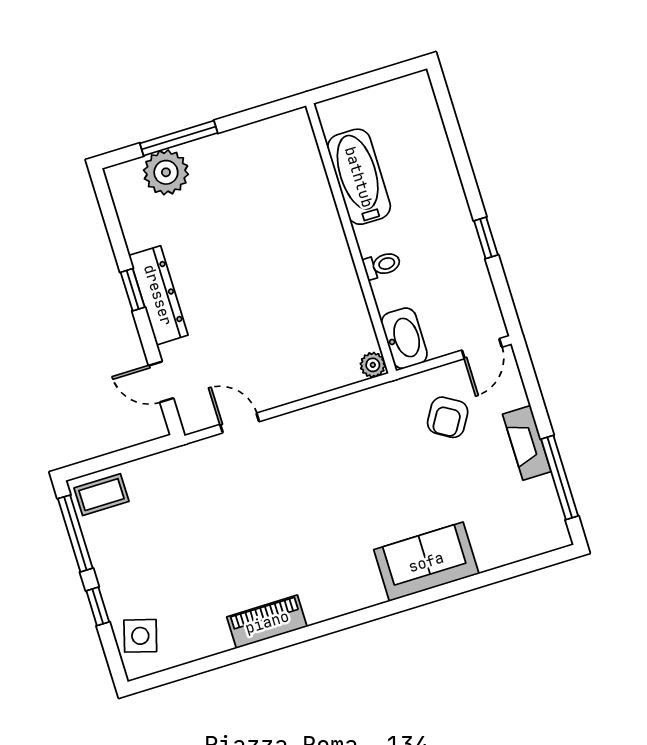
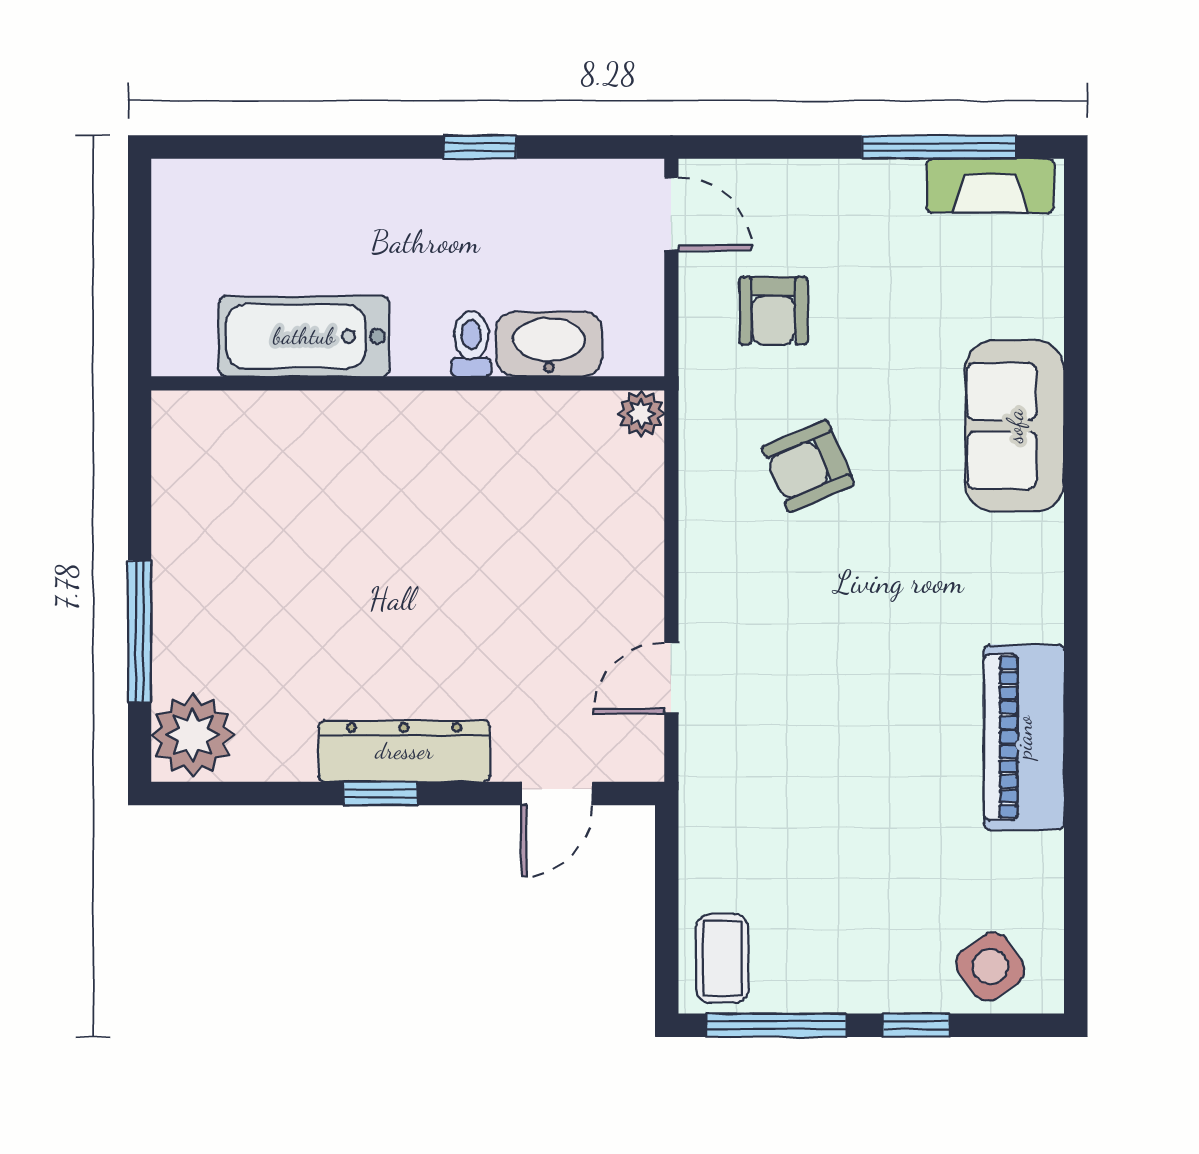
plant: (166, 172) -> (193, 735), moved
washbasin: (404, 338) -> (549, 344), moved
armchair: (448, 417) -> (773, 311), turned 59
fireplace: (527, 443) -> (990, 186), moved
armchair: (372, 460) -> (808, 466), added
piano: (267, 622) -> (1024, 737), width x1.37, depth x1.33
side table: (140, 636) -> (990, 967), turned 38

